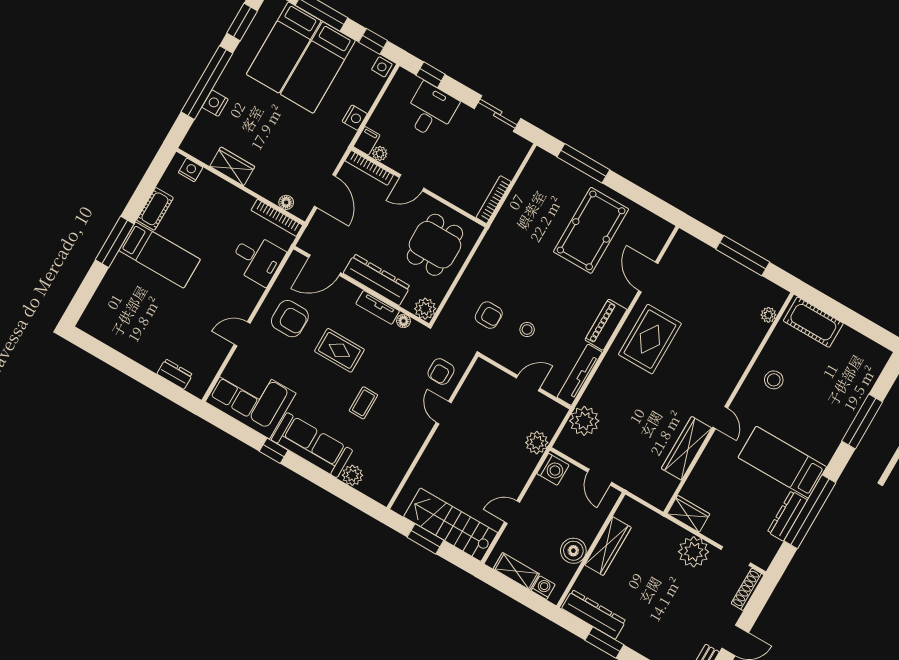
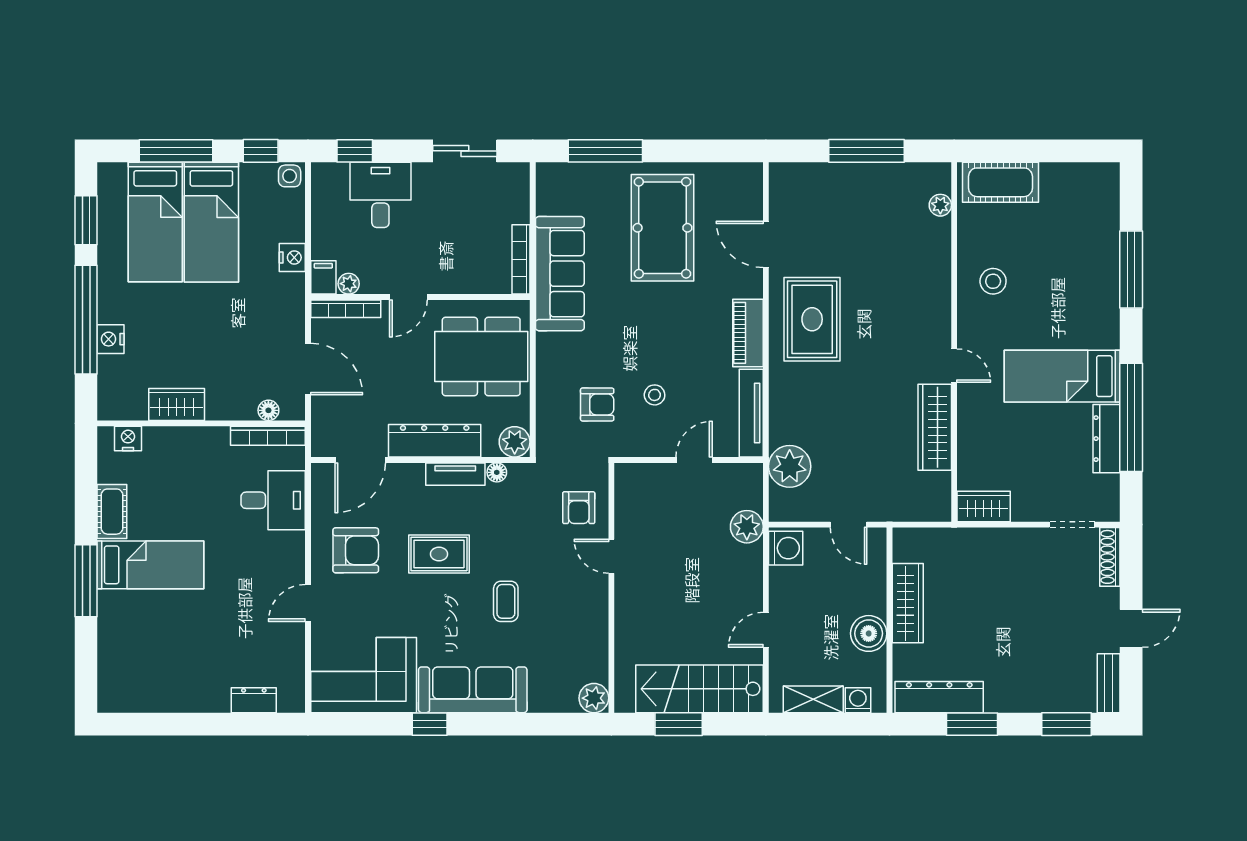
sofa: (512, 222) -> (560, 274), added
dining table: (435, 245) -> (481, 356), width x1.37
plant: (352, 475) -> (594, 698), moved
plant: (694, 552) -> (1017, 549), removed

